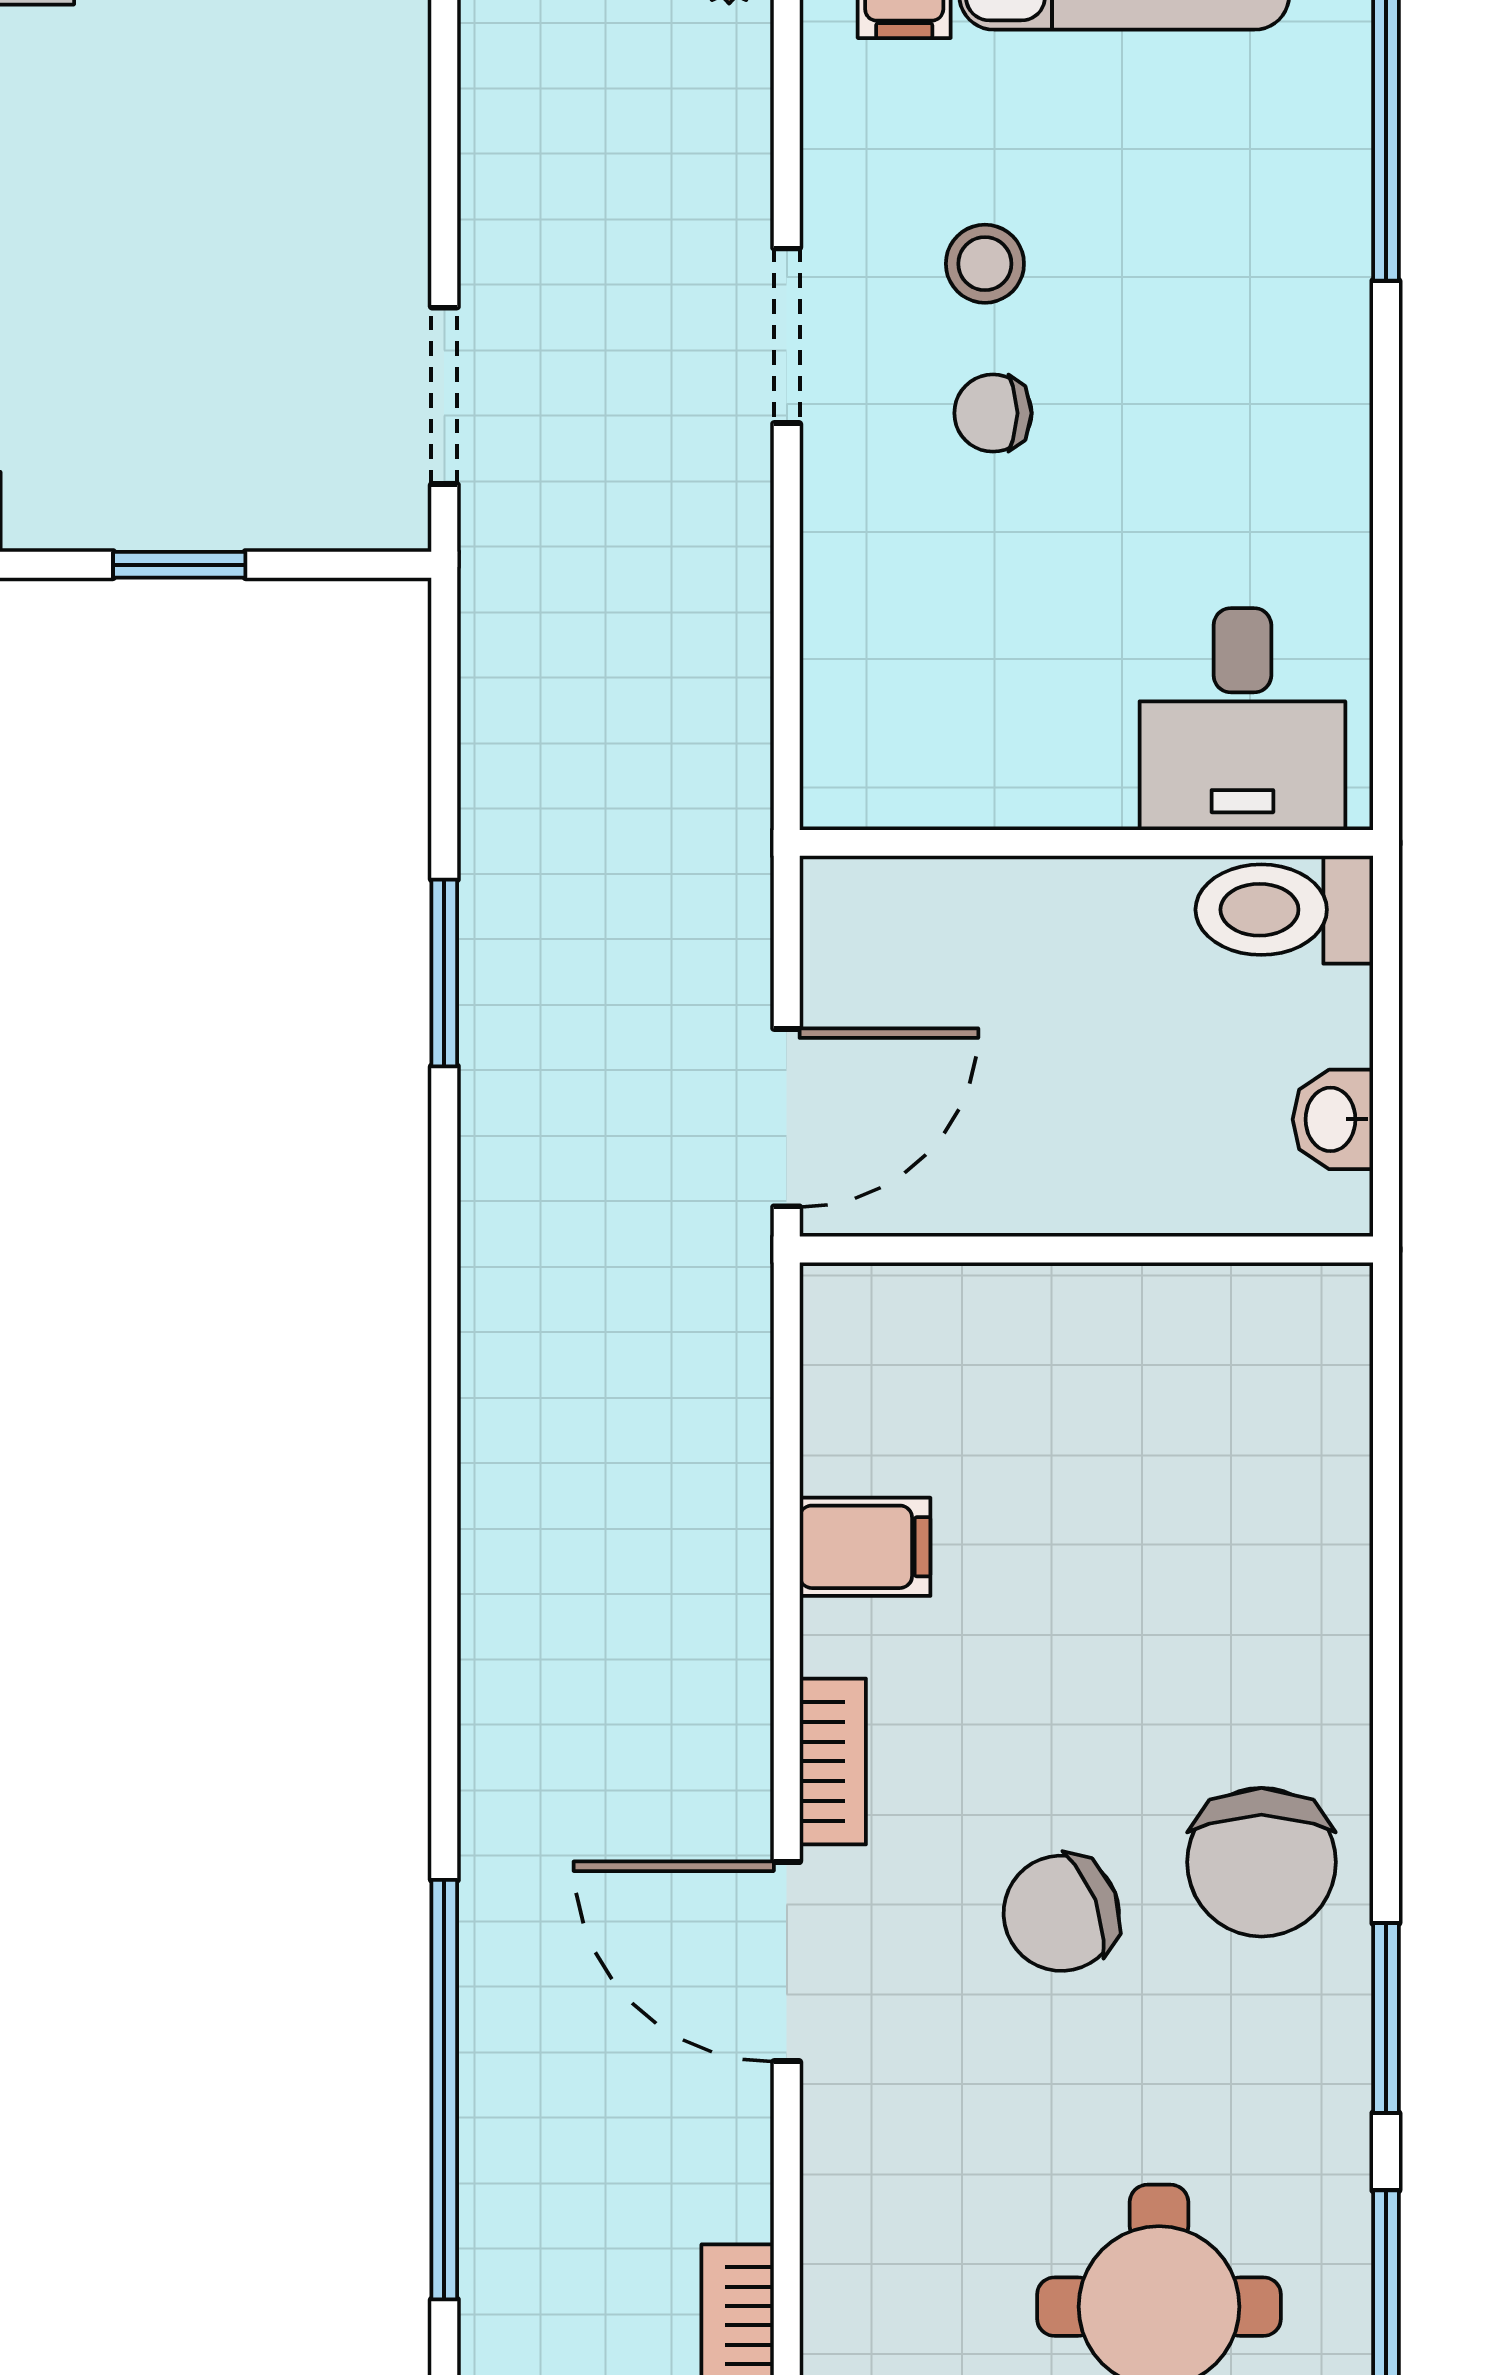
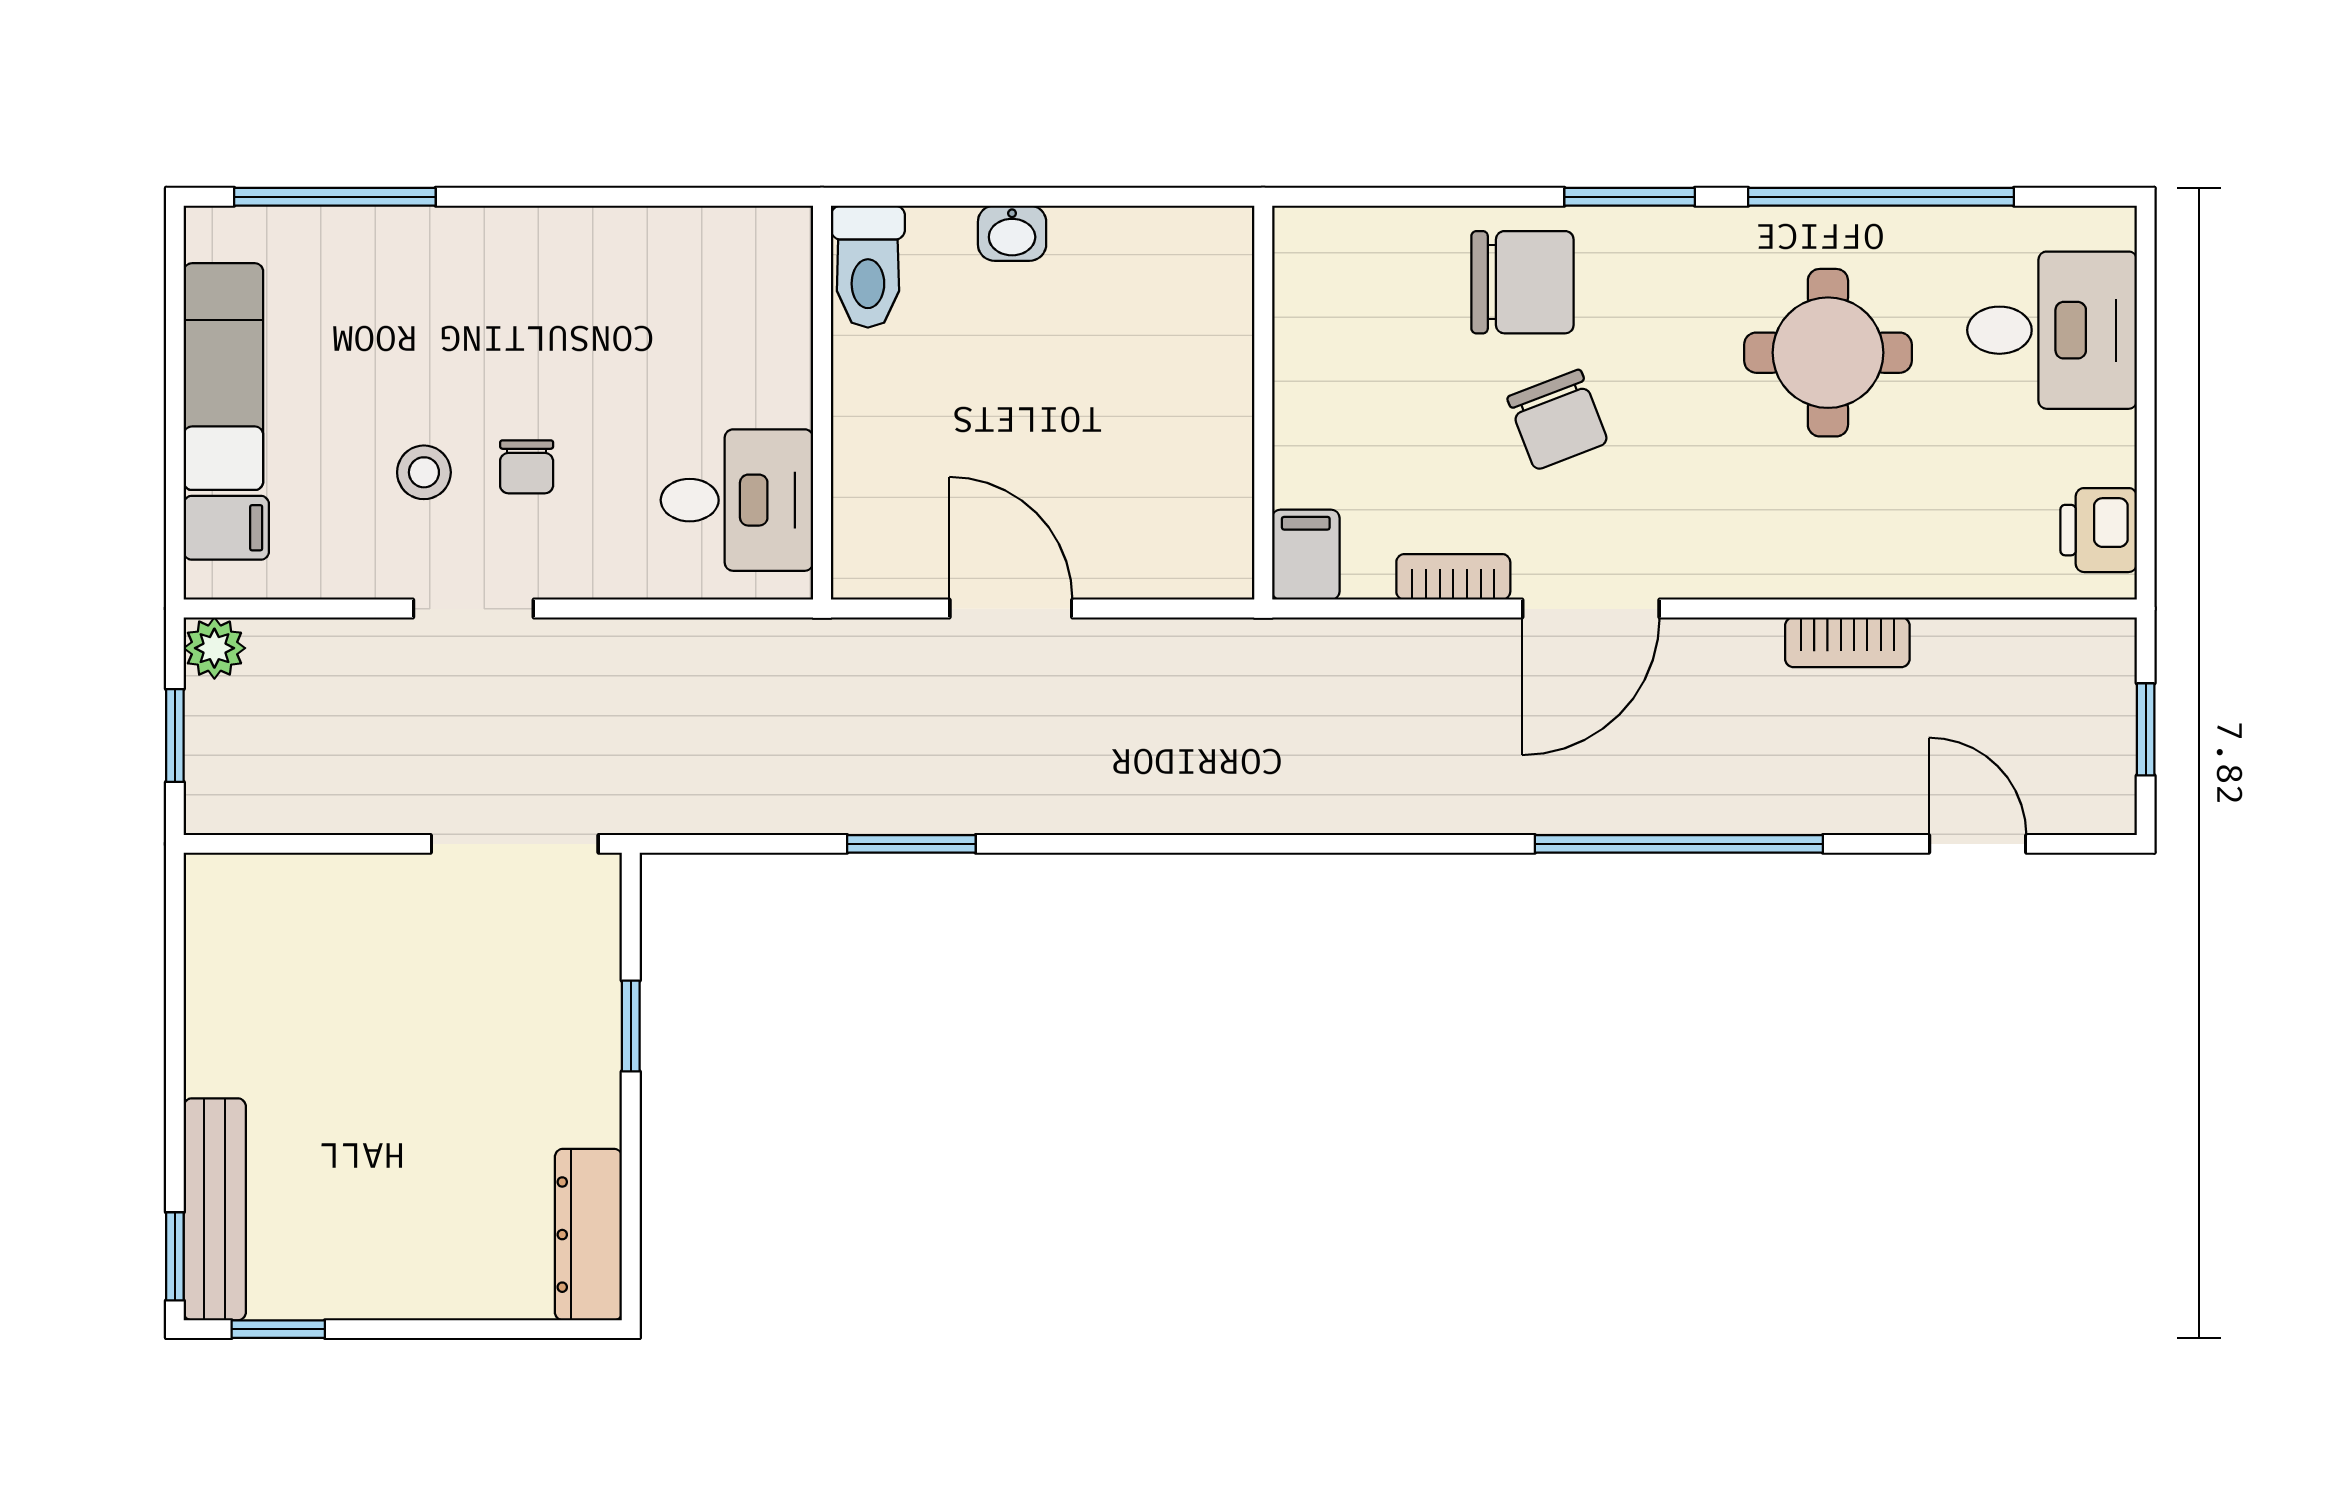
doorway: (444, 396) -> (515, 844), width x1.38
desk: (1242, 719) -> (737, 500), moved
wall: (1086, 1249) -> (1263, 403), moved

